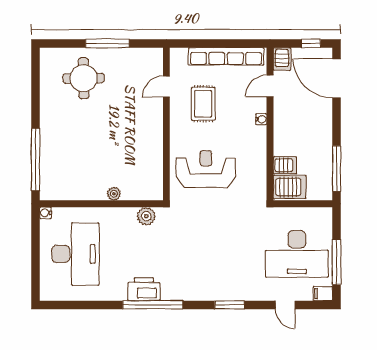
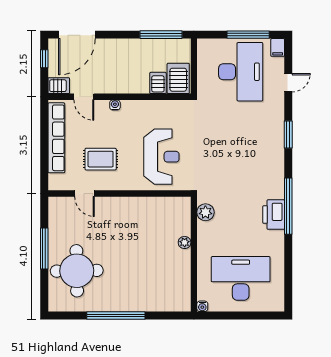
round table: (84, 78) -> (77, 271), width x1.36, depth x1.36
window: (36, 159) -> (116, 316), moved
reception desk: (206, 169) -> (161, 157), turned 180

